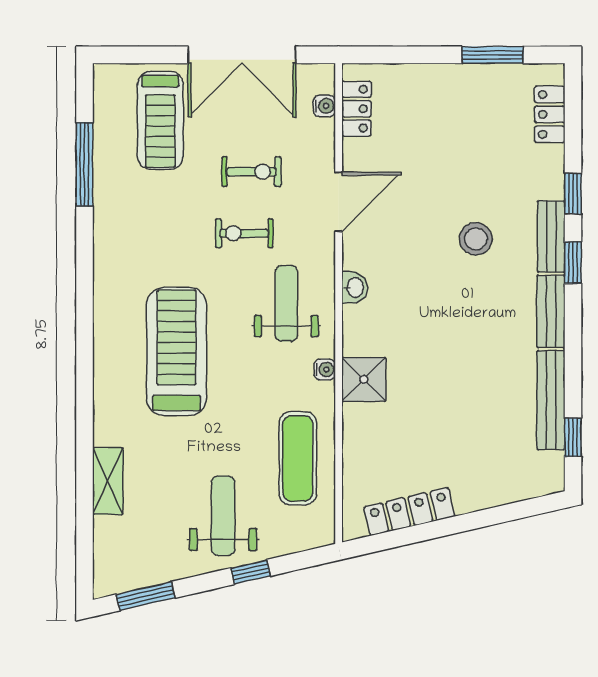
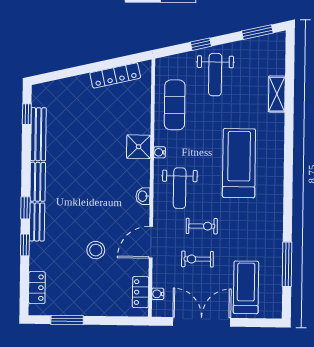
stool: (476, 239) -> (96, 250), moved
treadmill: (177, 351) -> (239, 163), turned 180

